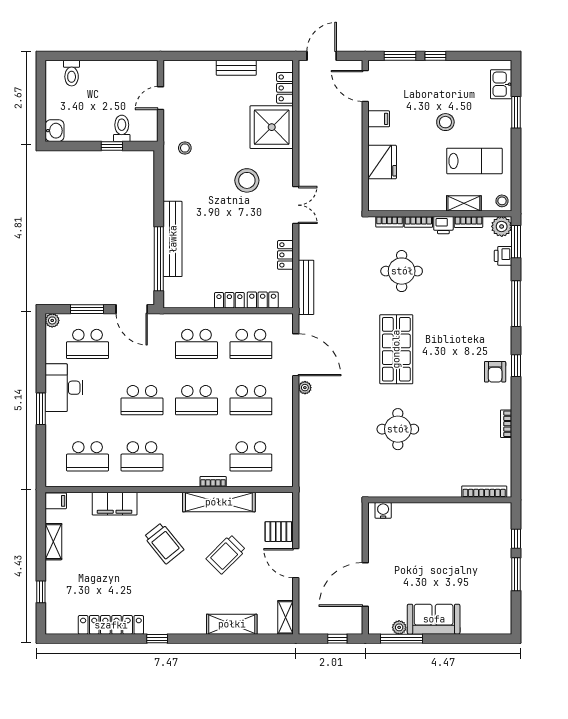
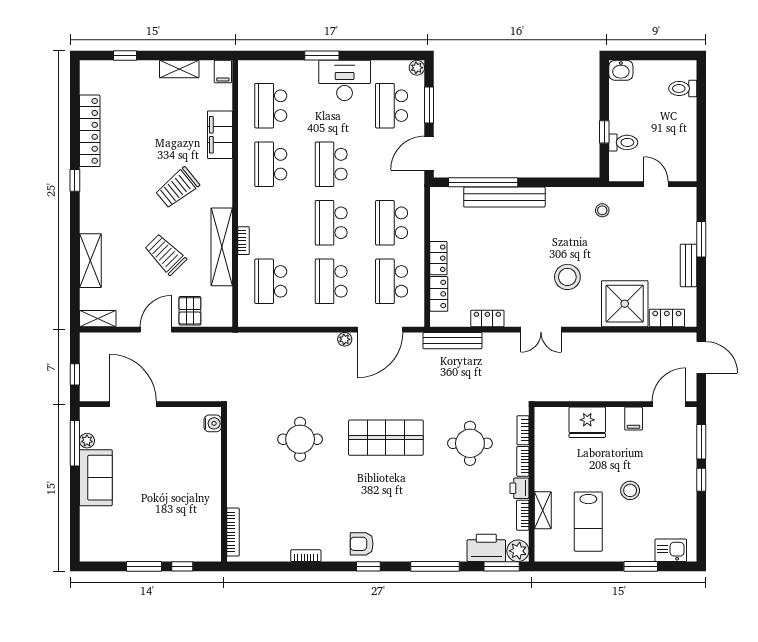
window: (212, 56) -> (701, 239), added
stool: (502, 201) -> (545, 551), removed
printer: (503, 256) -> (486, 548), width x1.87, depth x1.48

